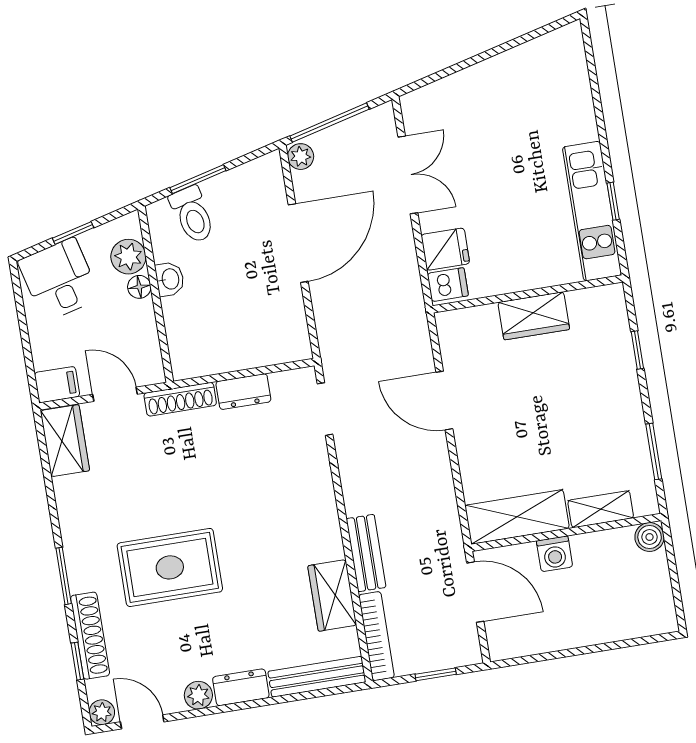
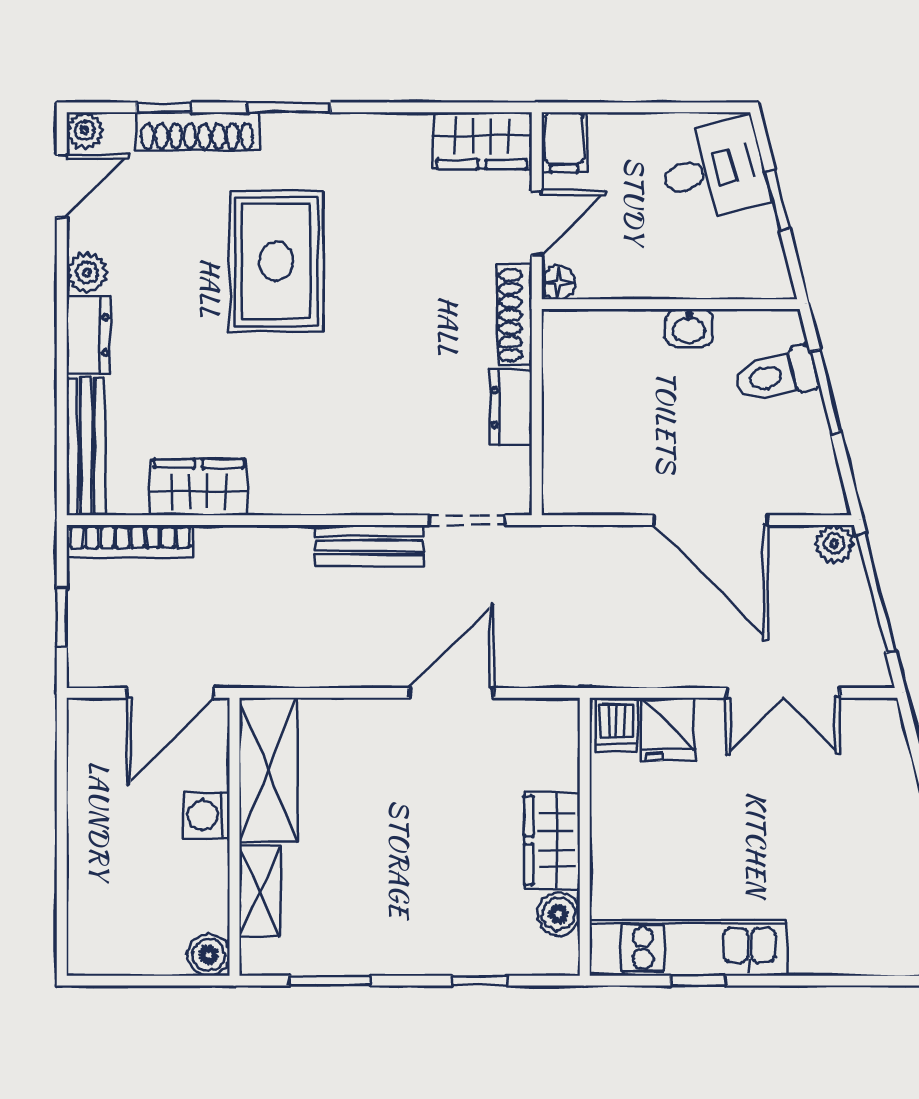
plant: (128, 257) -> (731, 274), removed
floor lamp: (139, 287) -> (558, 283), moved
boiler: (583, 303) -> (558, 914), added
bench: (366, 553) -> (369, 545), moved

